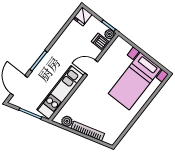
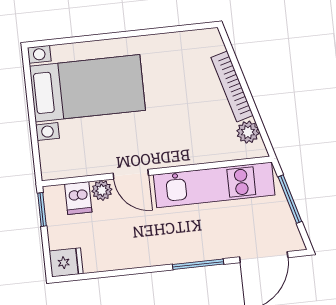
plant: (109, 34) -> (102, 190), moved

